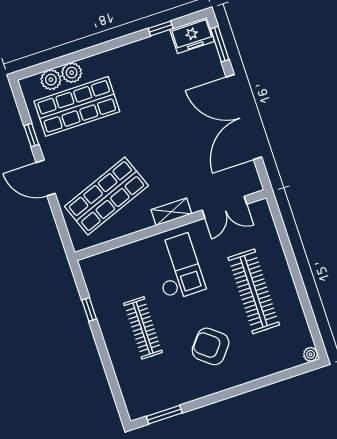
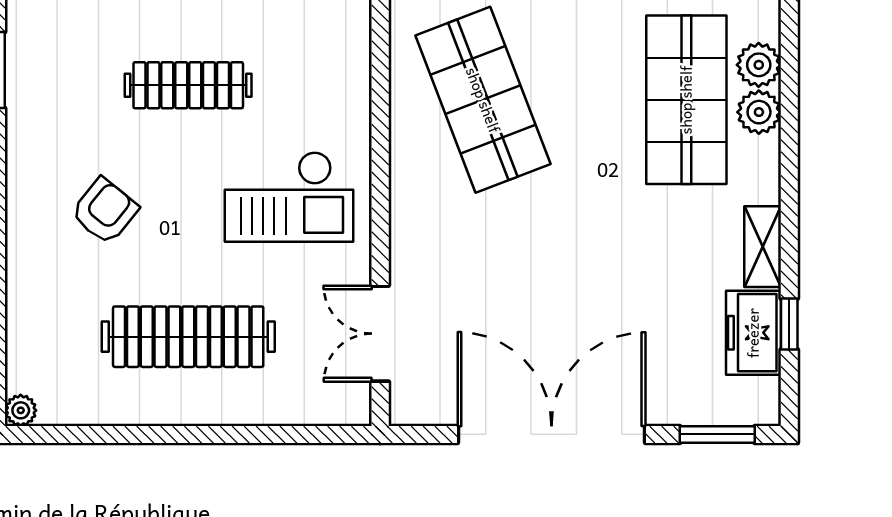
freezer: (192, 35) -> (753, 333), moved
shelving: (171, 212) -> (763, 247), moved
armchair: (211, 346) -> (105, 211), width x0.72, depth x0.72

